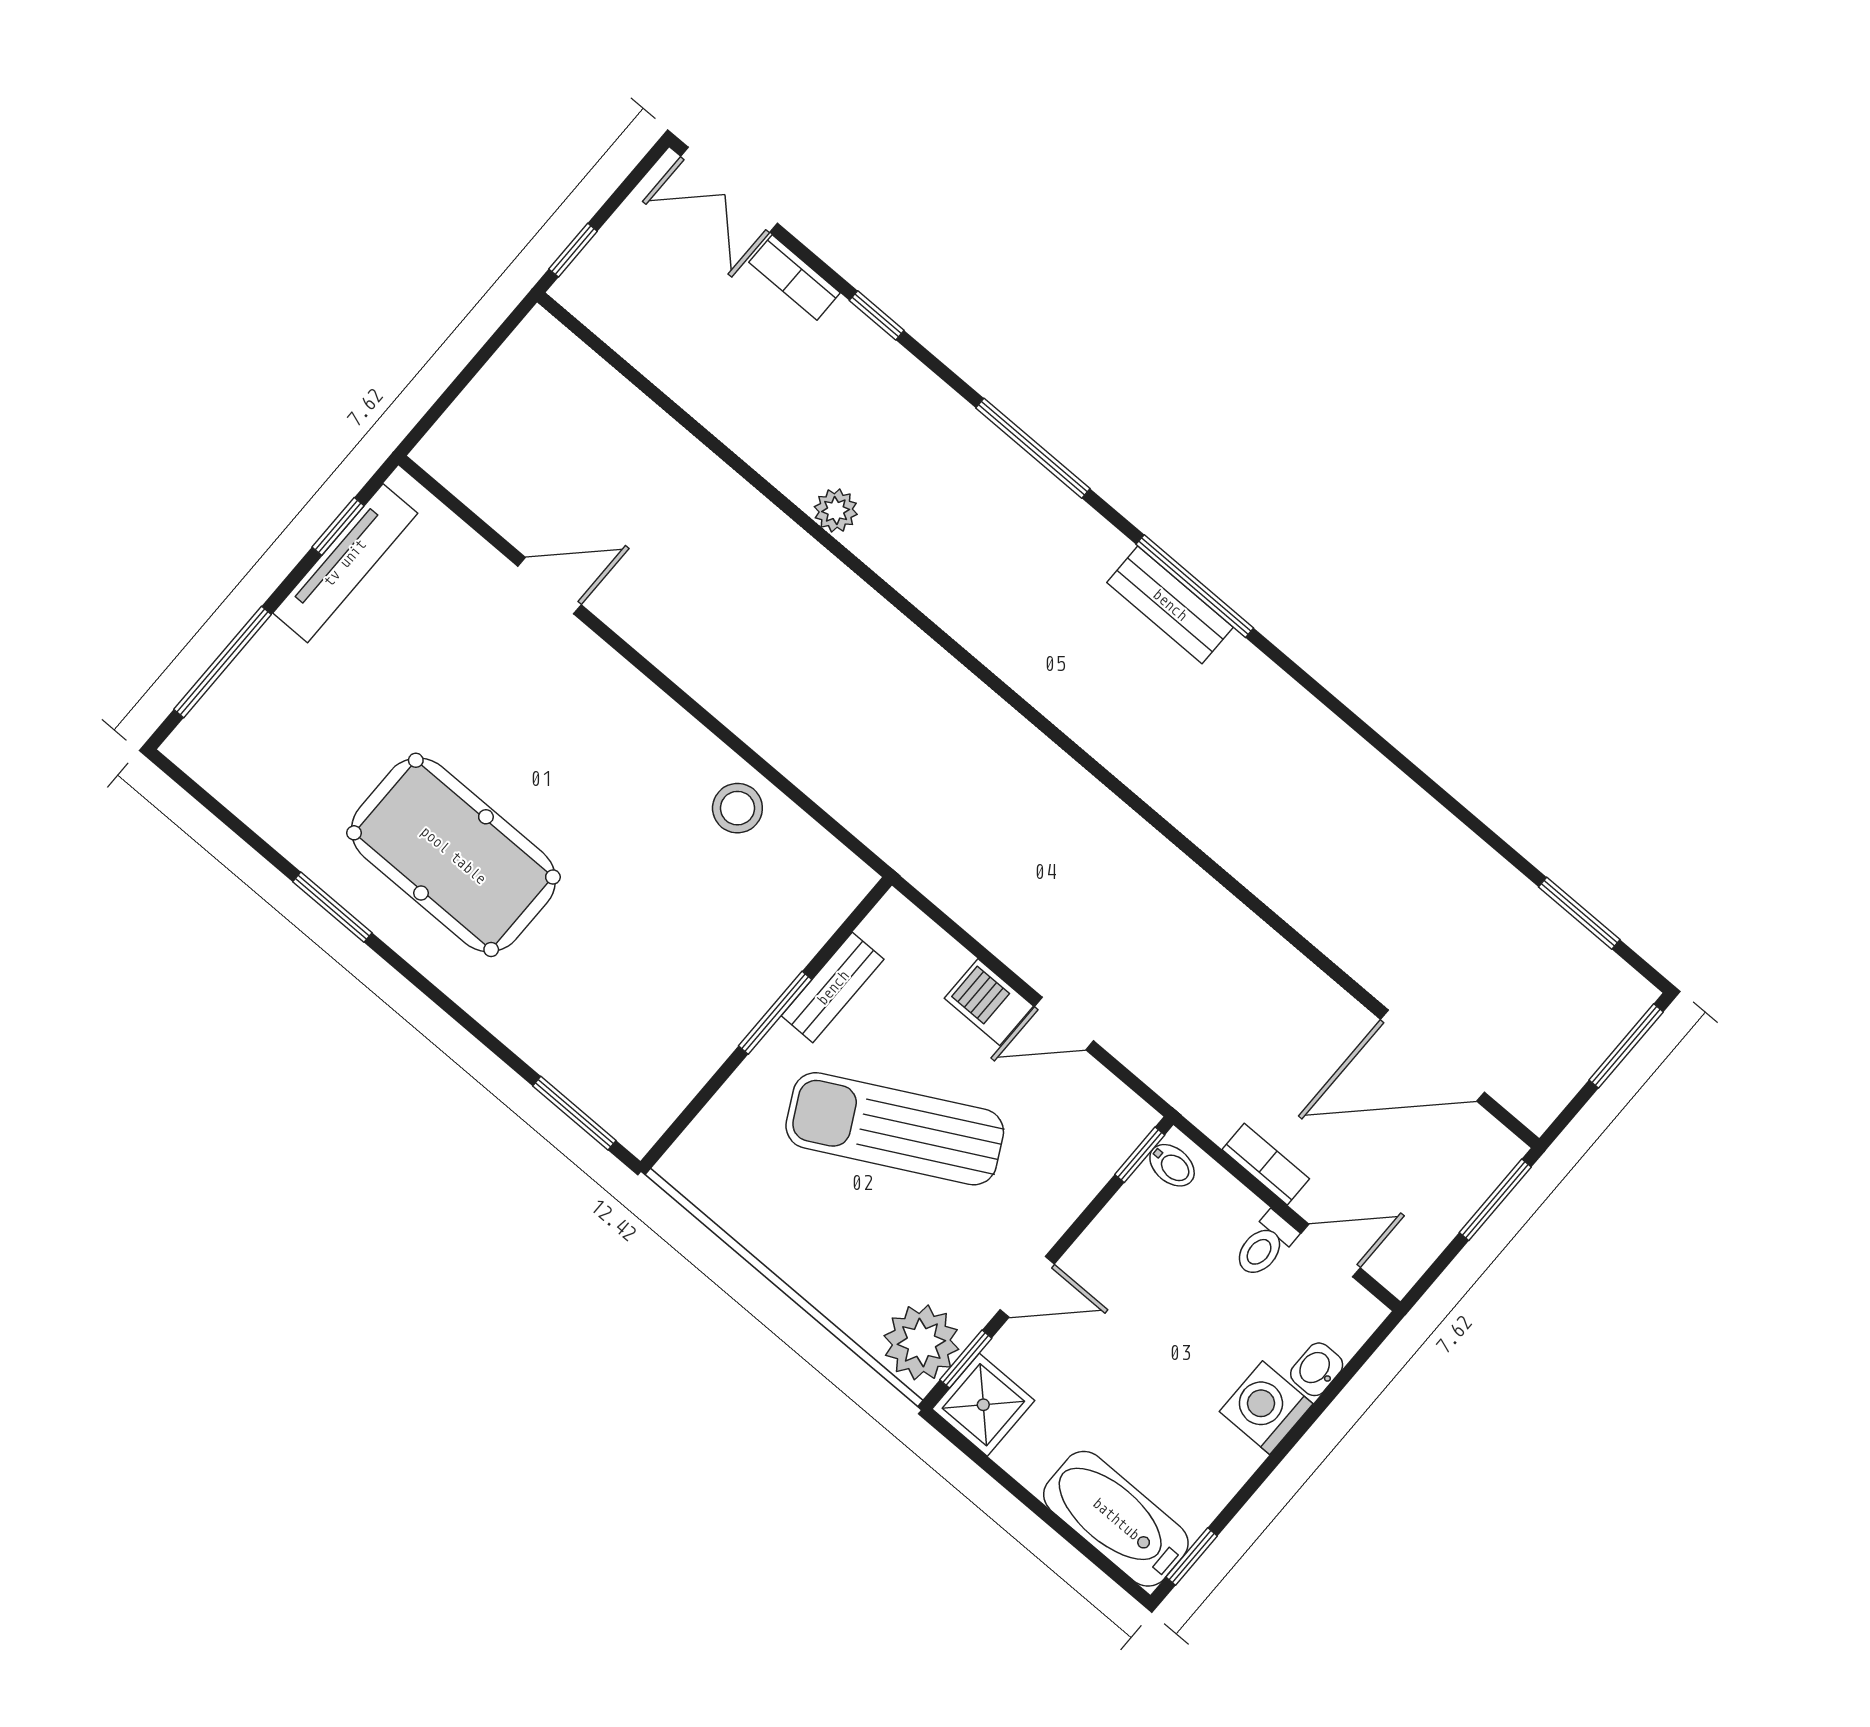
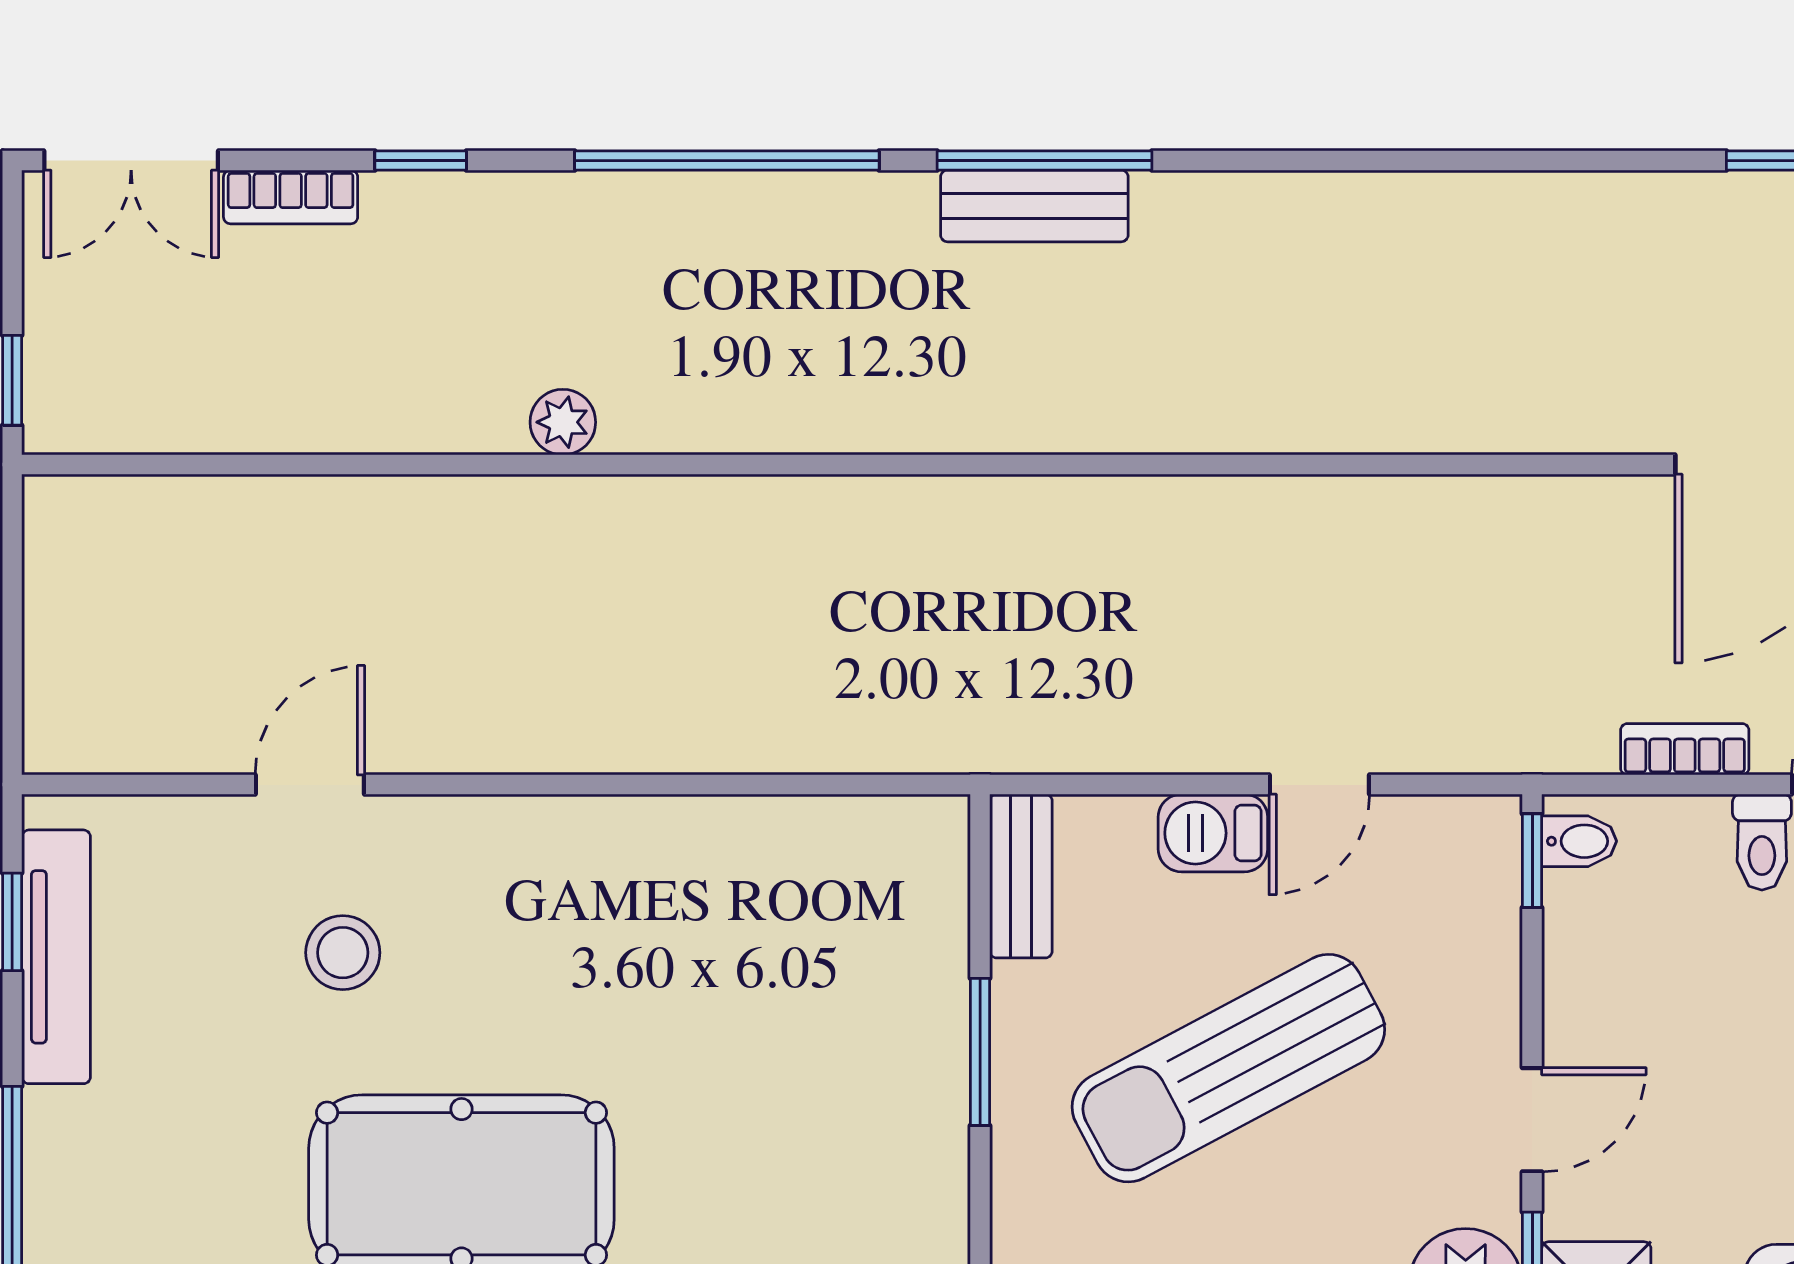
window: (1033, 448) -> (727, 161), width x1.46
stool: (737, 808) -> (343, 953), moved
bench: (833, 988) -> (1021, 876), moved

